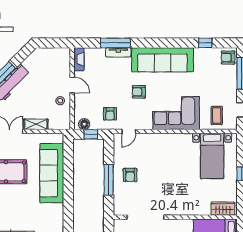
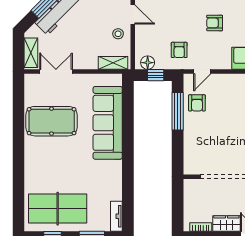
shelving: (36, 124) -> (113, 63), moved
armchair: (130, 175) -> (197, 103), moved
window: (109, 180) -> (178, 111), moved

